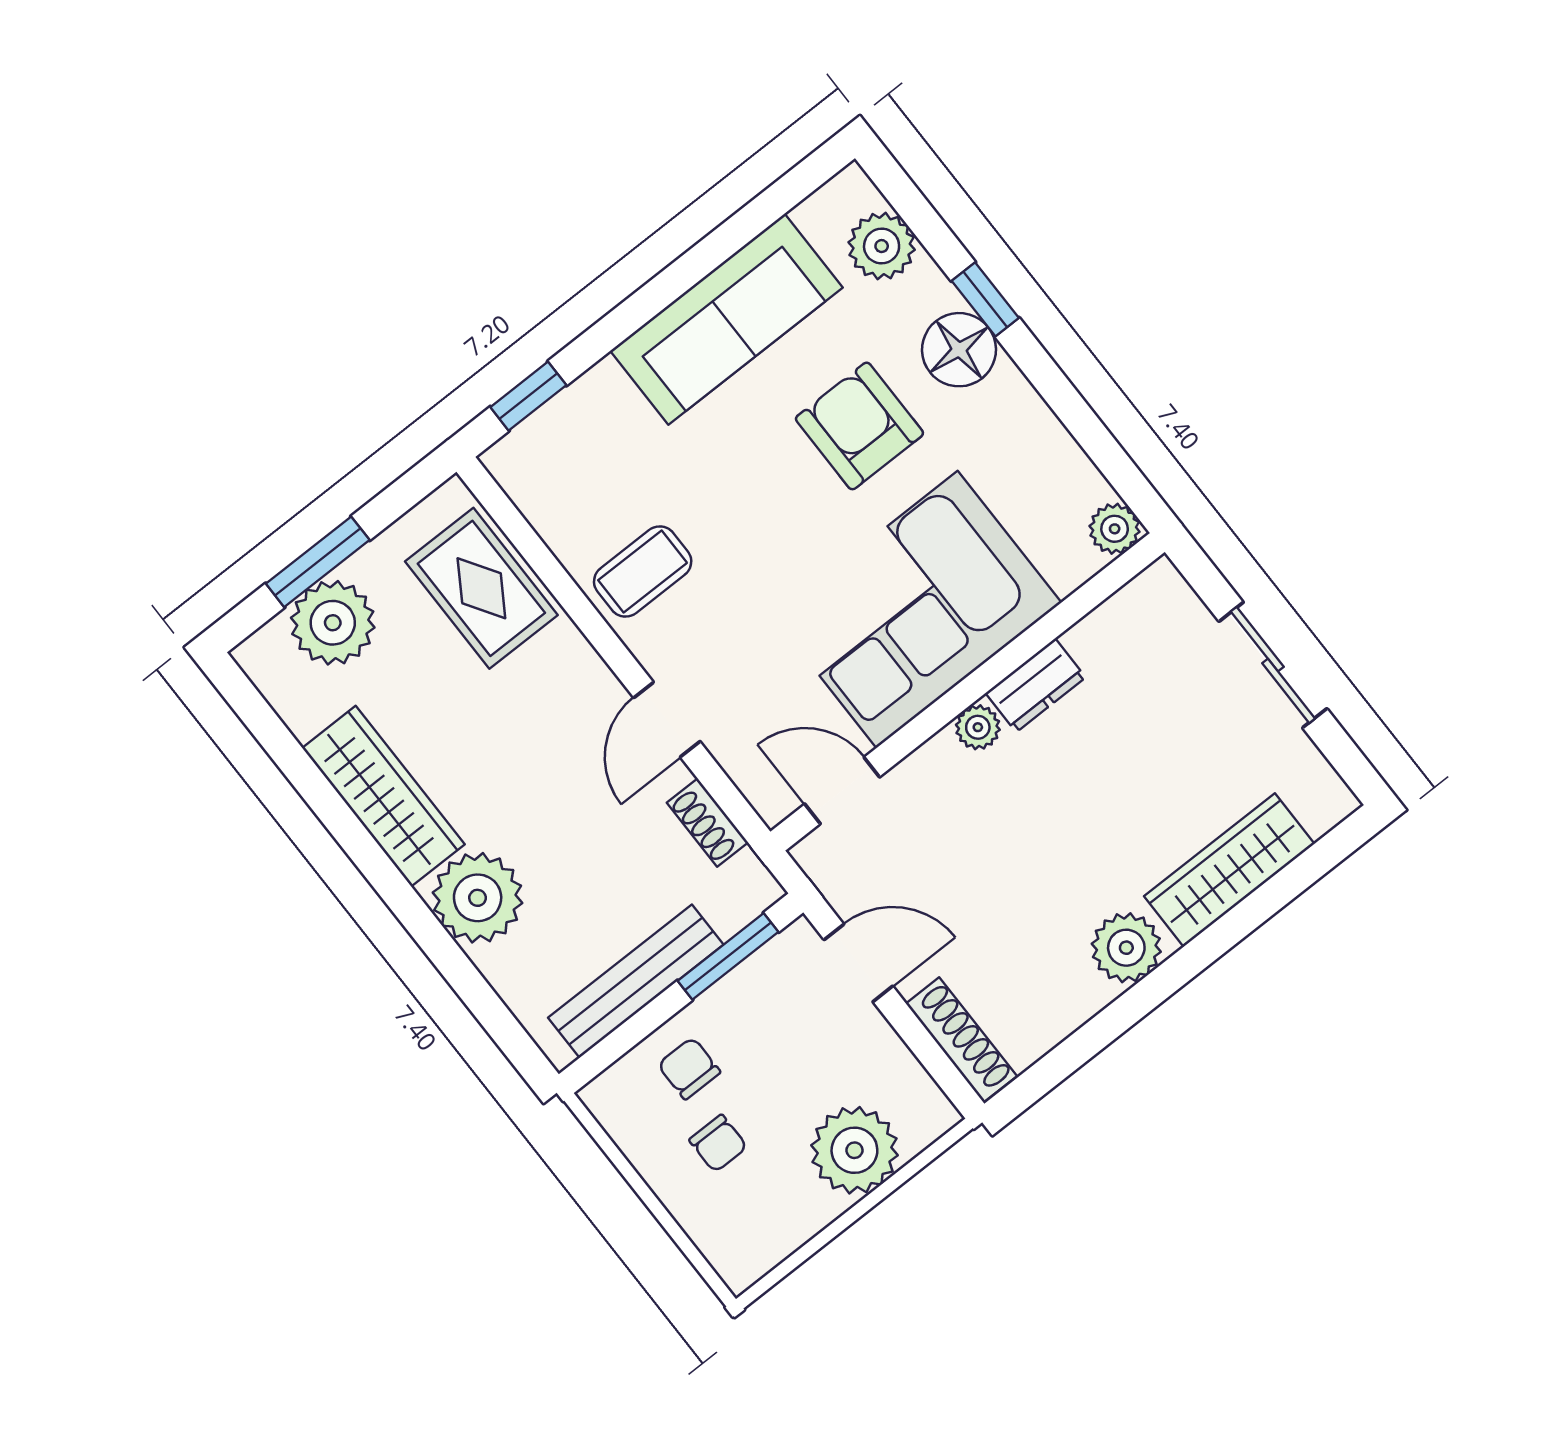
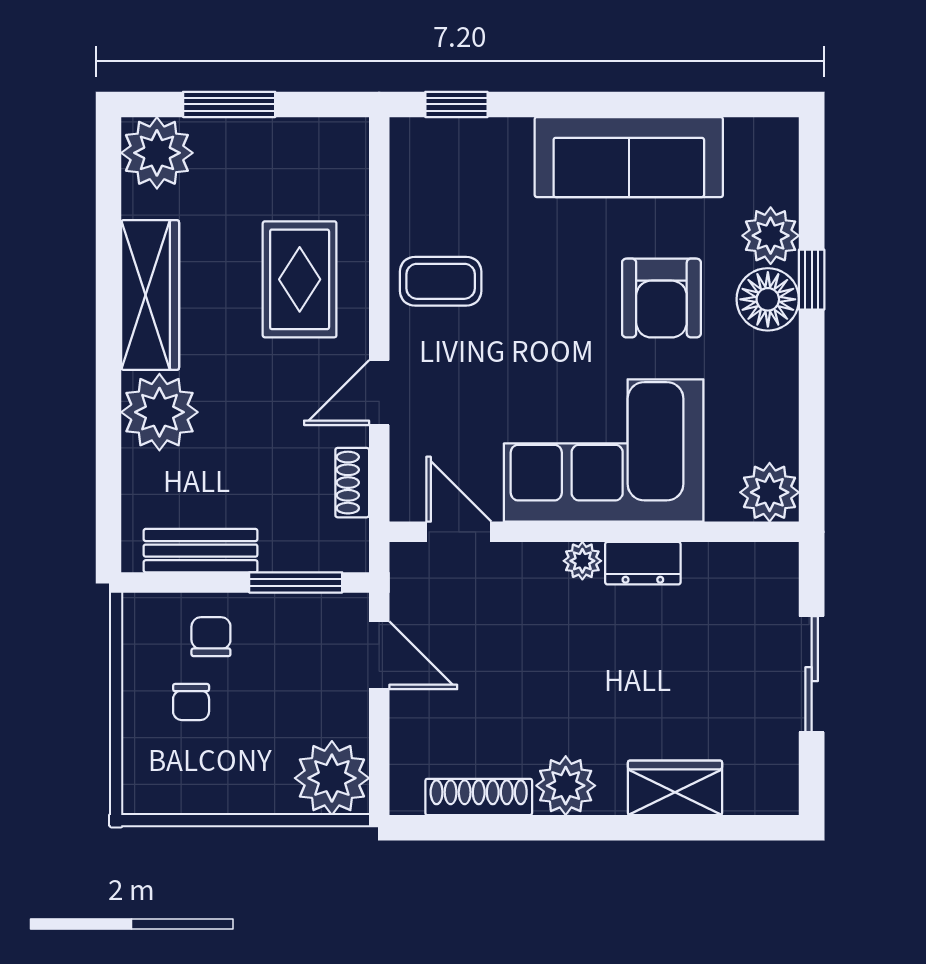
plant: (882, 246) -> (771, 236), moved
armchair: (859, 426) -> (661, 298), turned 180
plant: (1115, 529) -> (770, 492), width x1.38, depth x1.38
rug: (481, 588) -> (300, 279), moved
plant: (333, 623) -> (157, 153), moved
wardrobe: (1229, 870) -> (675, 788), width x0.67
bench: (636, 981) -> (201, 551), width x0.73
shoe rack: (961, 1040) -> (479, 797), moved, turned -90
plant: (854, 1150) -> (332, 778), moved

